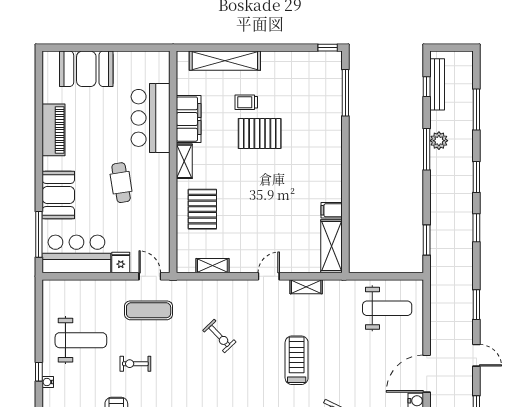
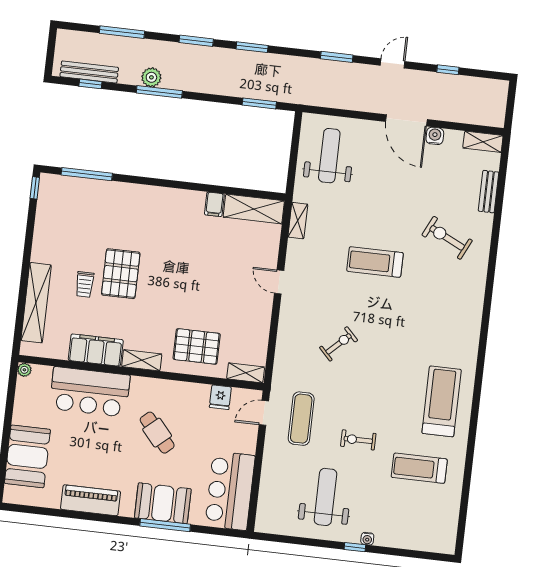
plant: (164, 57) -> (24, 370), added
cafe table: (121, 183) -> (157, 433), turned 58
window: (39, 234) -> (165, 525), moved
fridge: (121, 262) -> (220, 397), moved, turned -90
shelving: (212, 266) -> (246, 373), moved, turned 90
shelving: (306, 287) -> (298, 221), moved
exercise bike: (135, 364) -> (358, 440), turned 90

